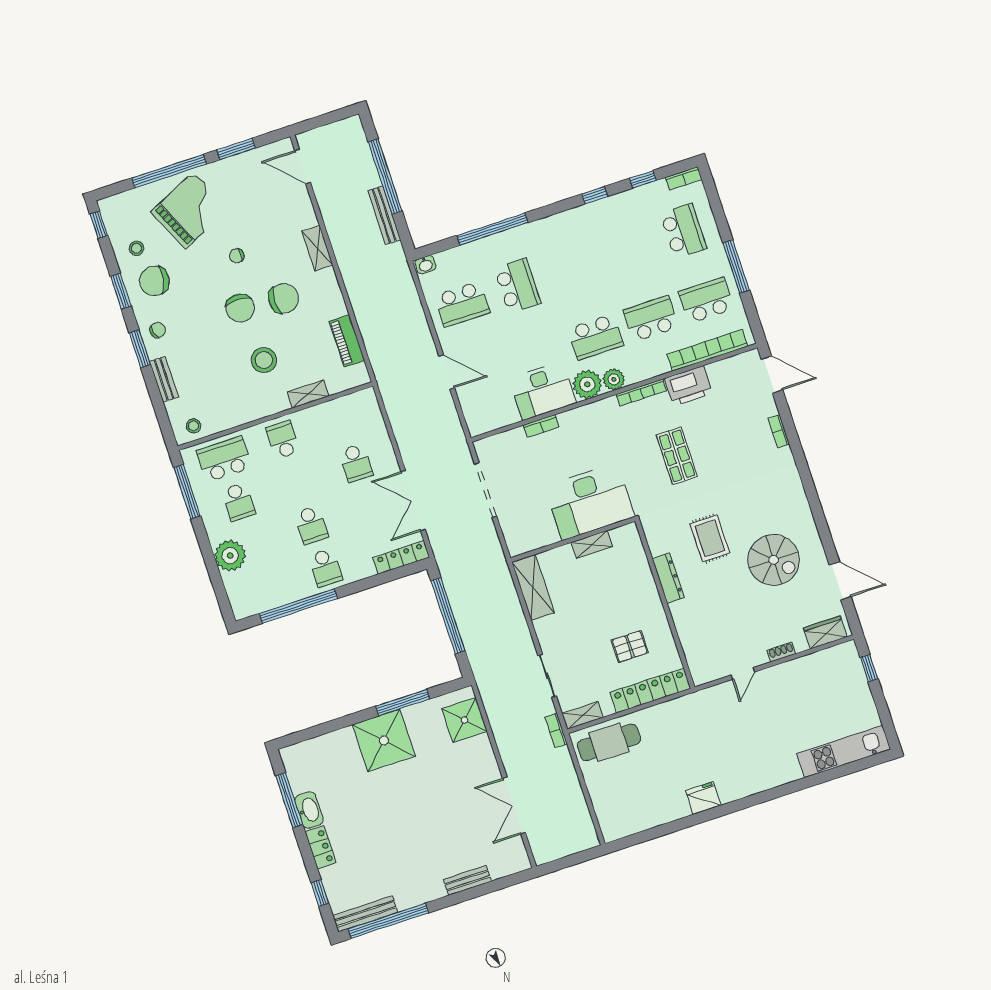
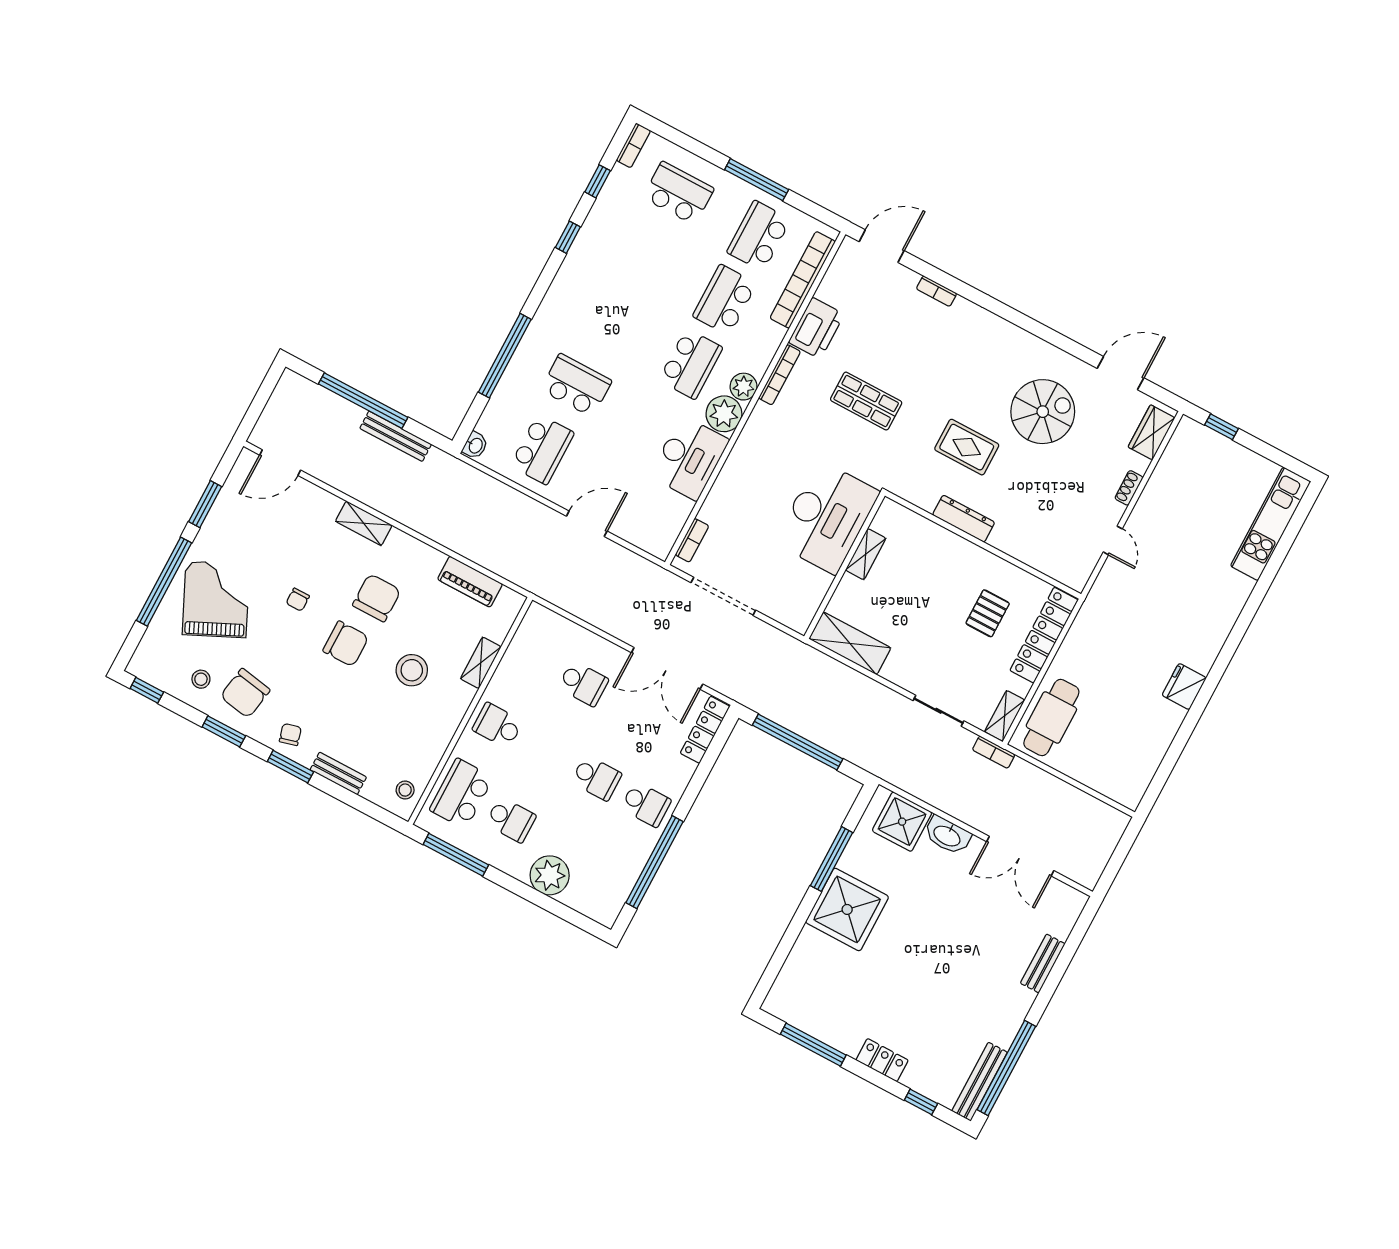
bookcase: (541, 426) -> (692, 540), moved
washbasin: (309, 810) -> (947, 835), moved, turned 180

